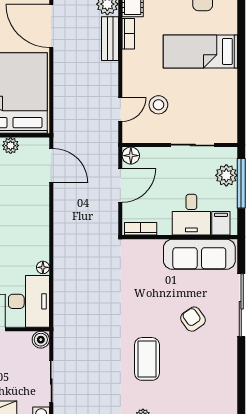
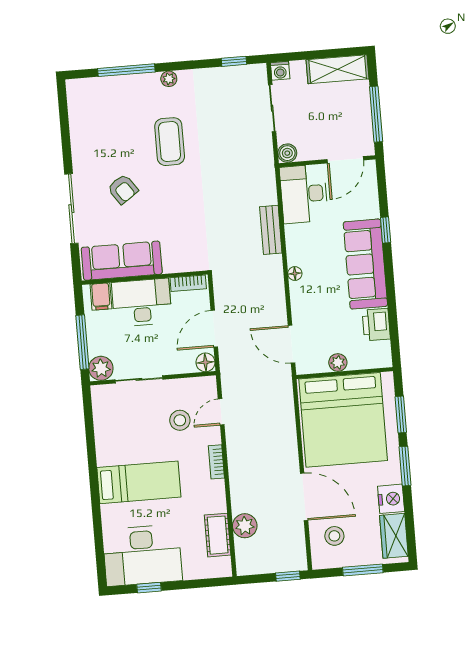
bookcase: (128, 34) -> (216, 462), moved
bench: (110, 39) -> (271, 230), moved
plant: (226, 175) -> (101, 368), moved
desk: (191, 215) -> (142, 303), width x1.37
floor lamp: (43, 267) -> (295, 274), moved

